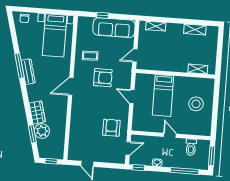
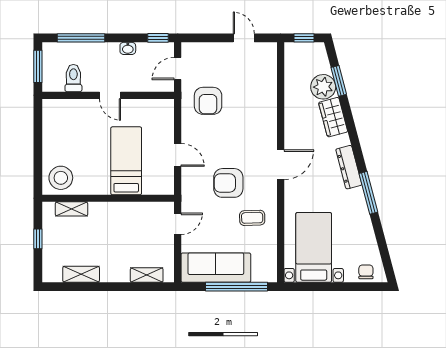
window: (102, 15) -> (237, 287), width x3.17
window: (219, 53) -> (38, 239), added
dresser: (28, 72) -> (349, 167), moved
stool: (196, 104) -> (61, 178), moved

